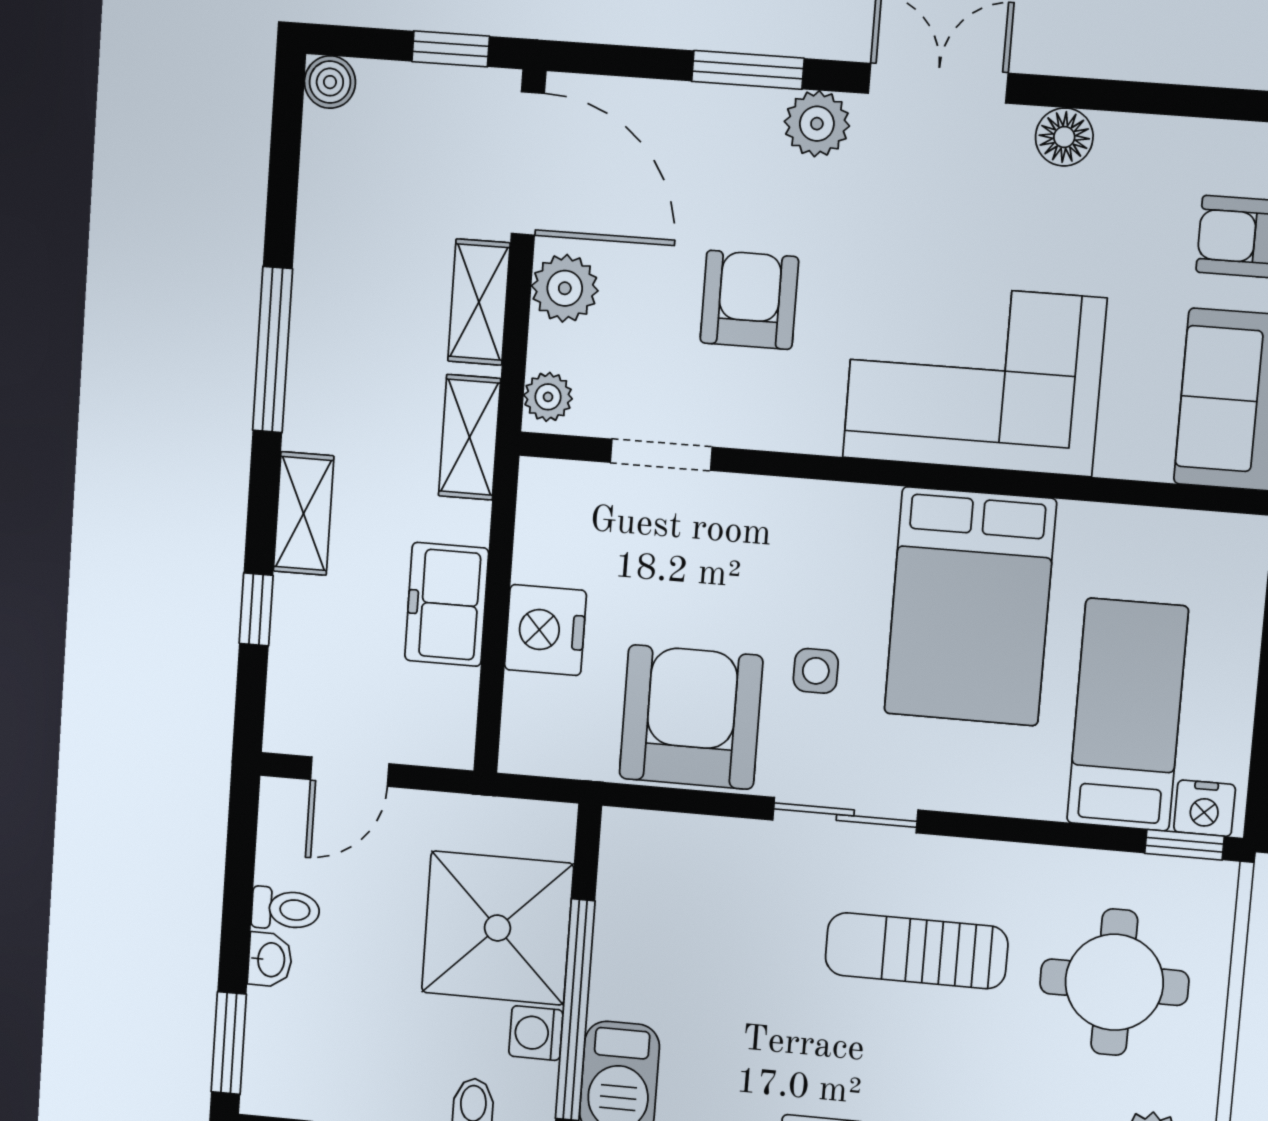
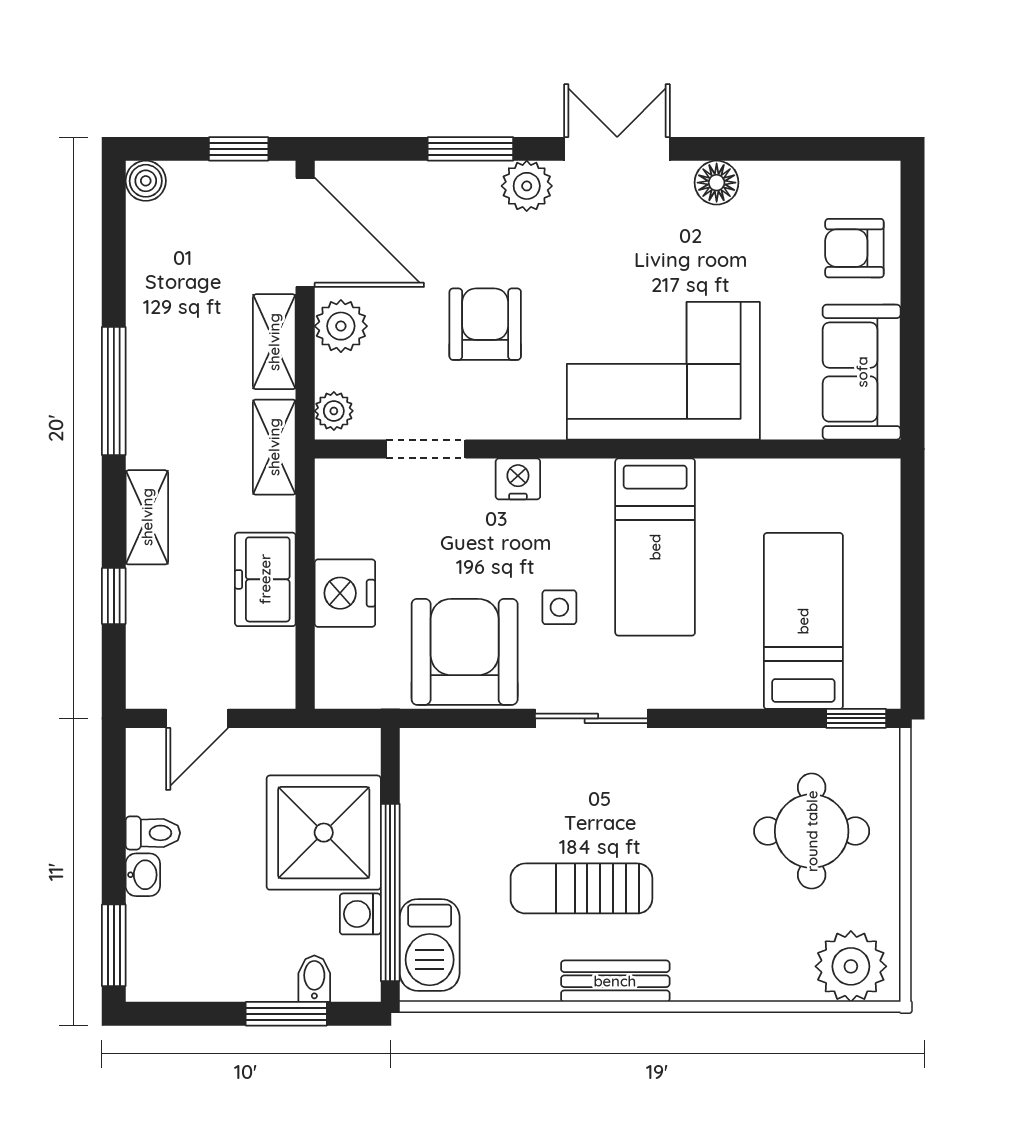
bed: (970, 606) -> (655, 547), width x0.67
nightstand: (1205, 808) -> (518, 479), moved, turned 180
sun lounger: (916, 951) -> (581, 888), moved

